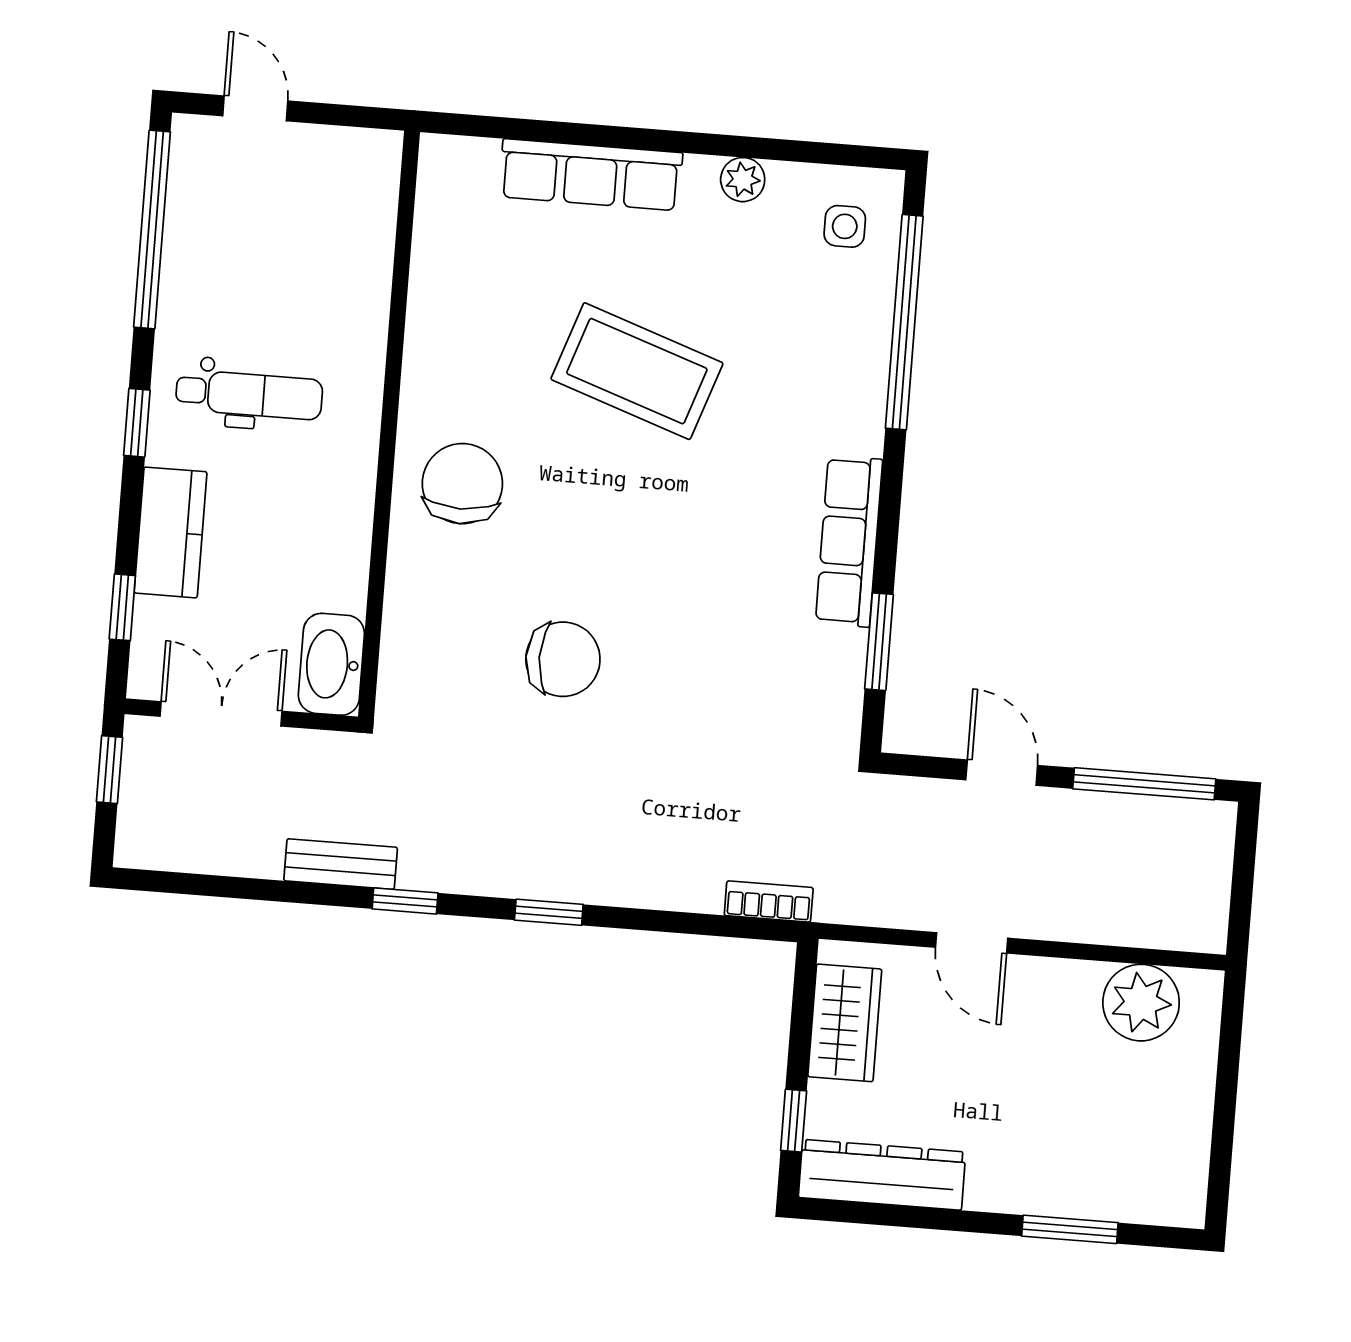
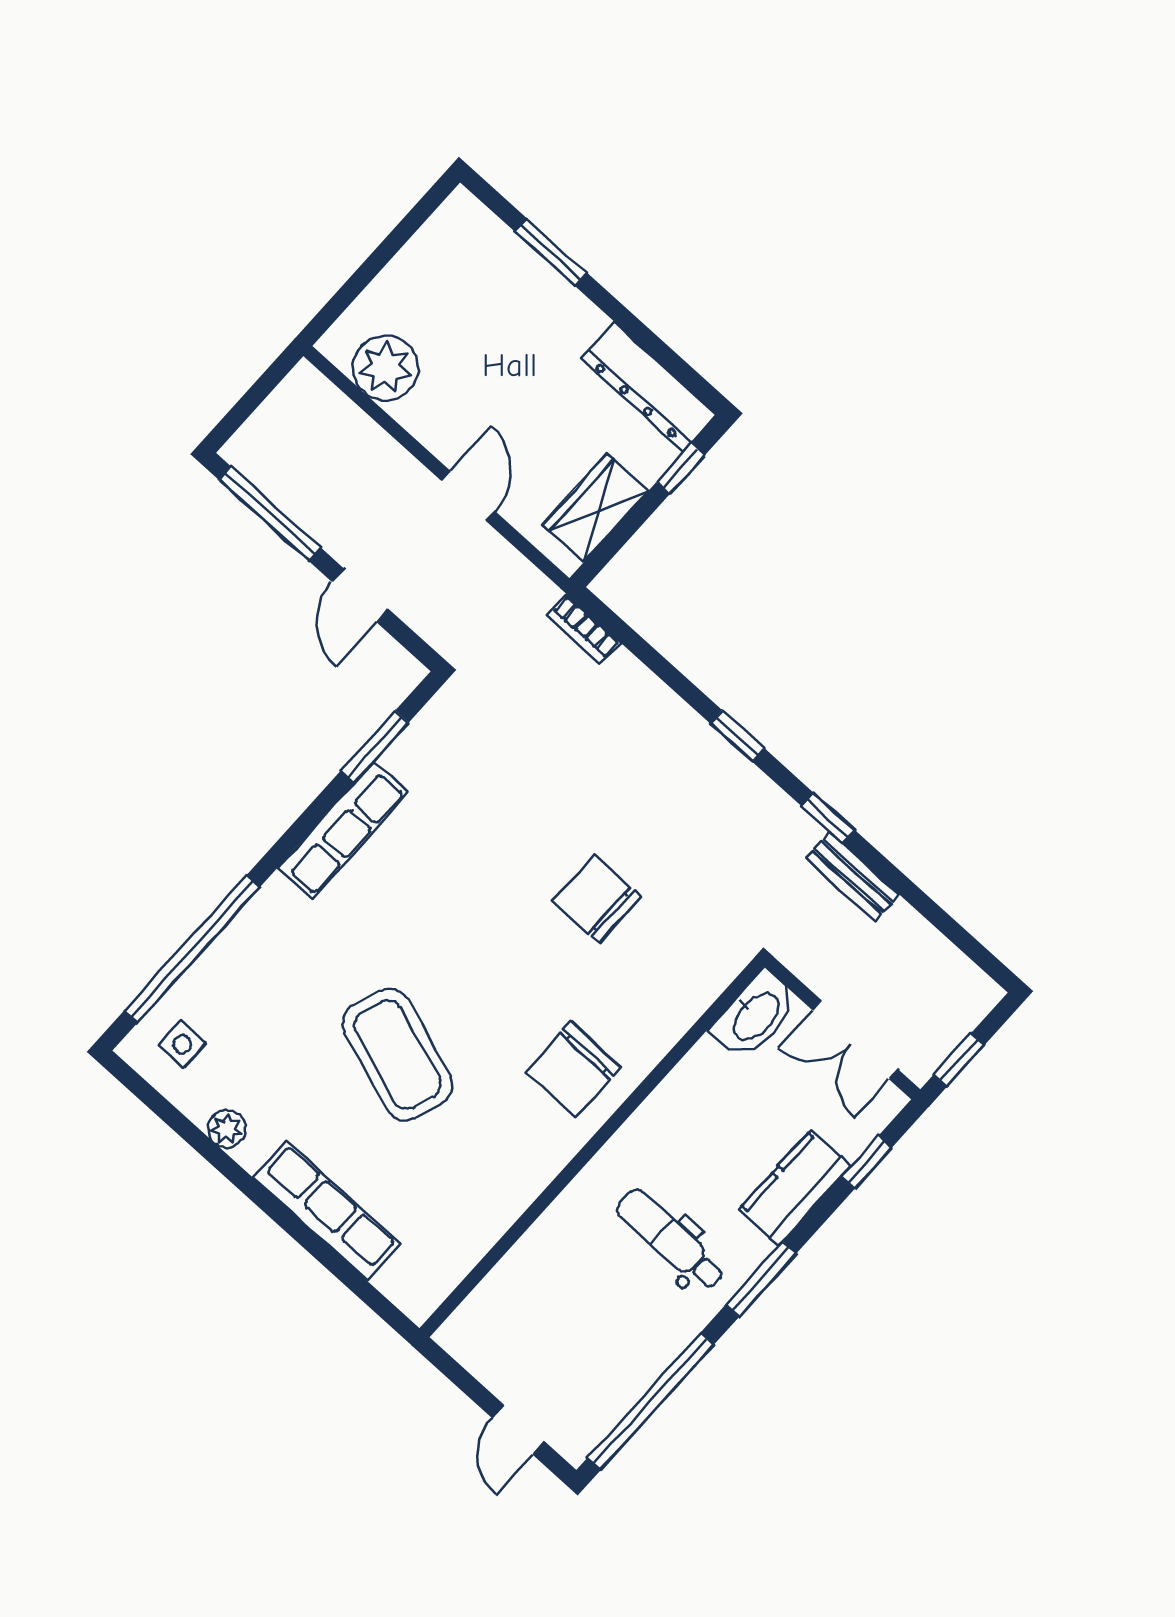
window: (137, 423) -> (761, 1279), width x1.50

